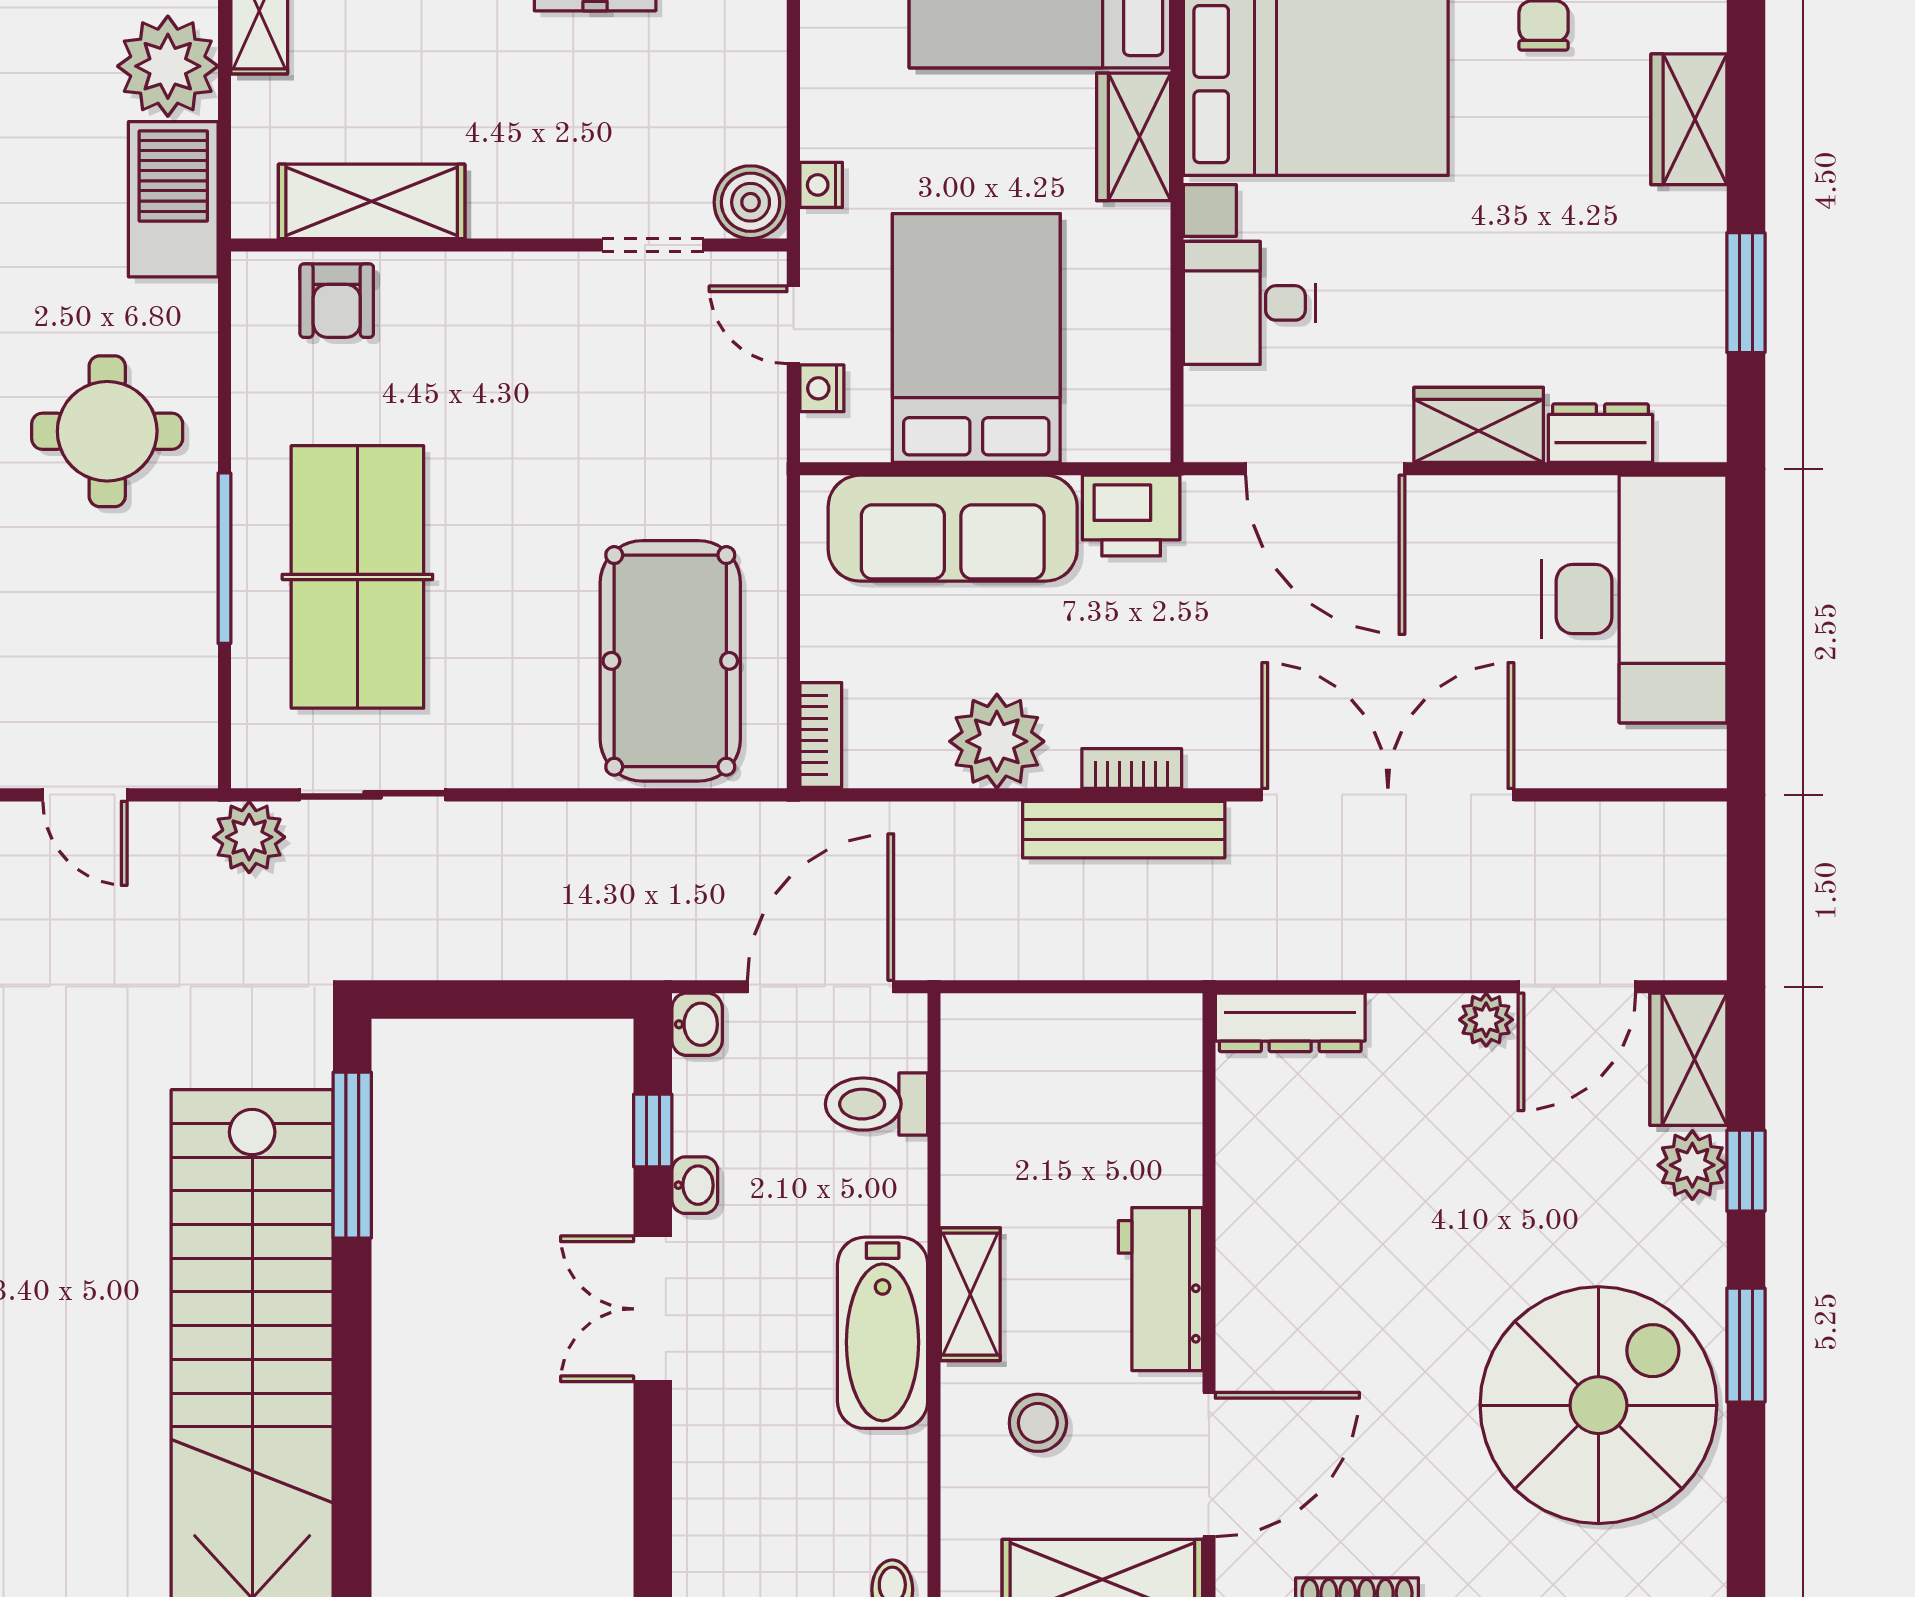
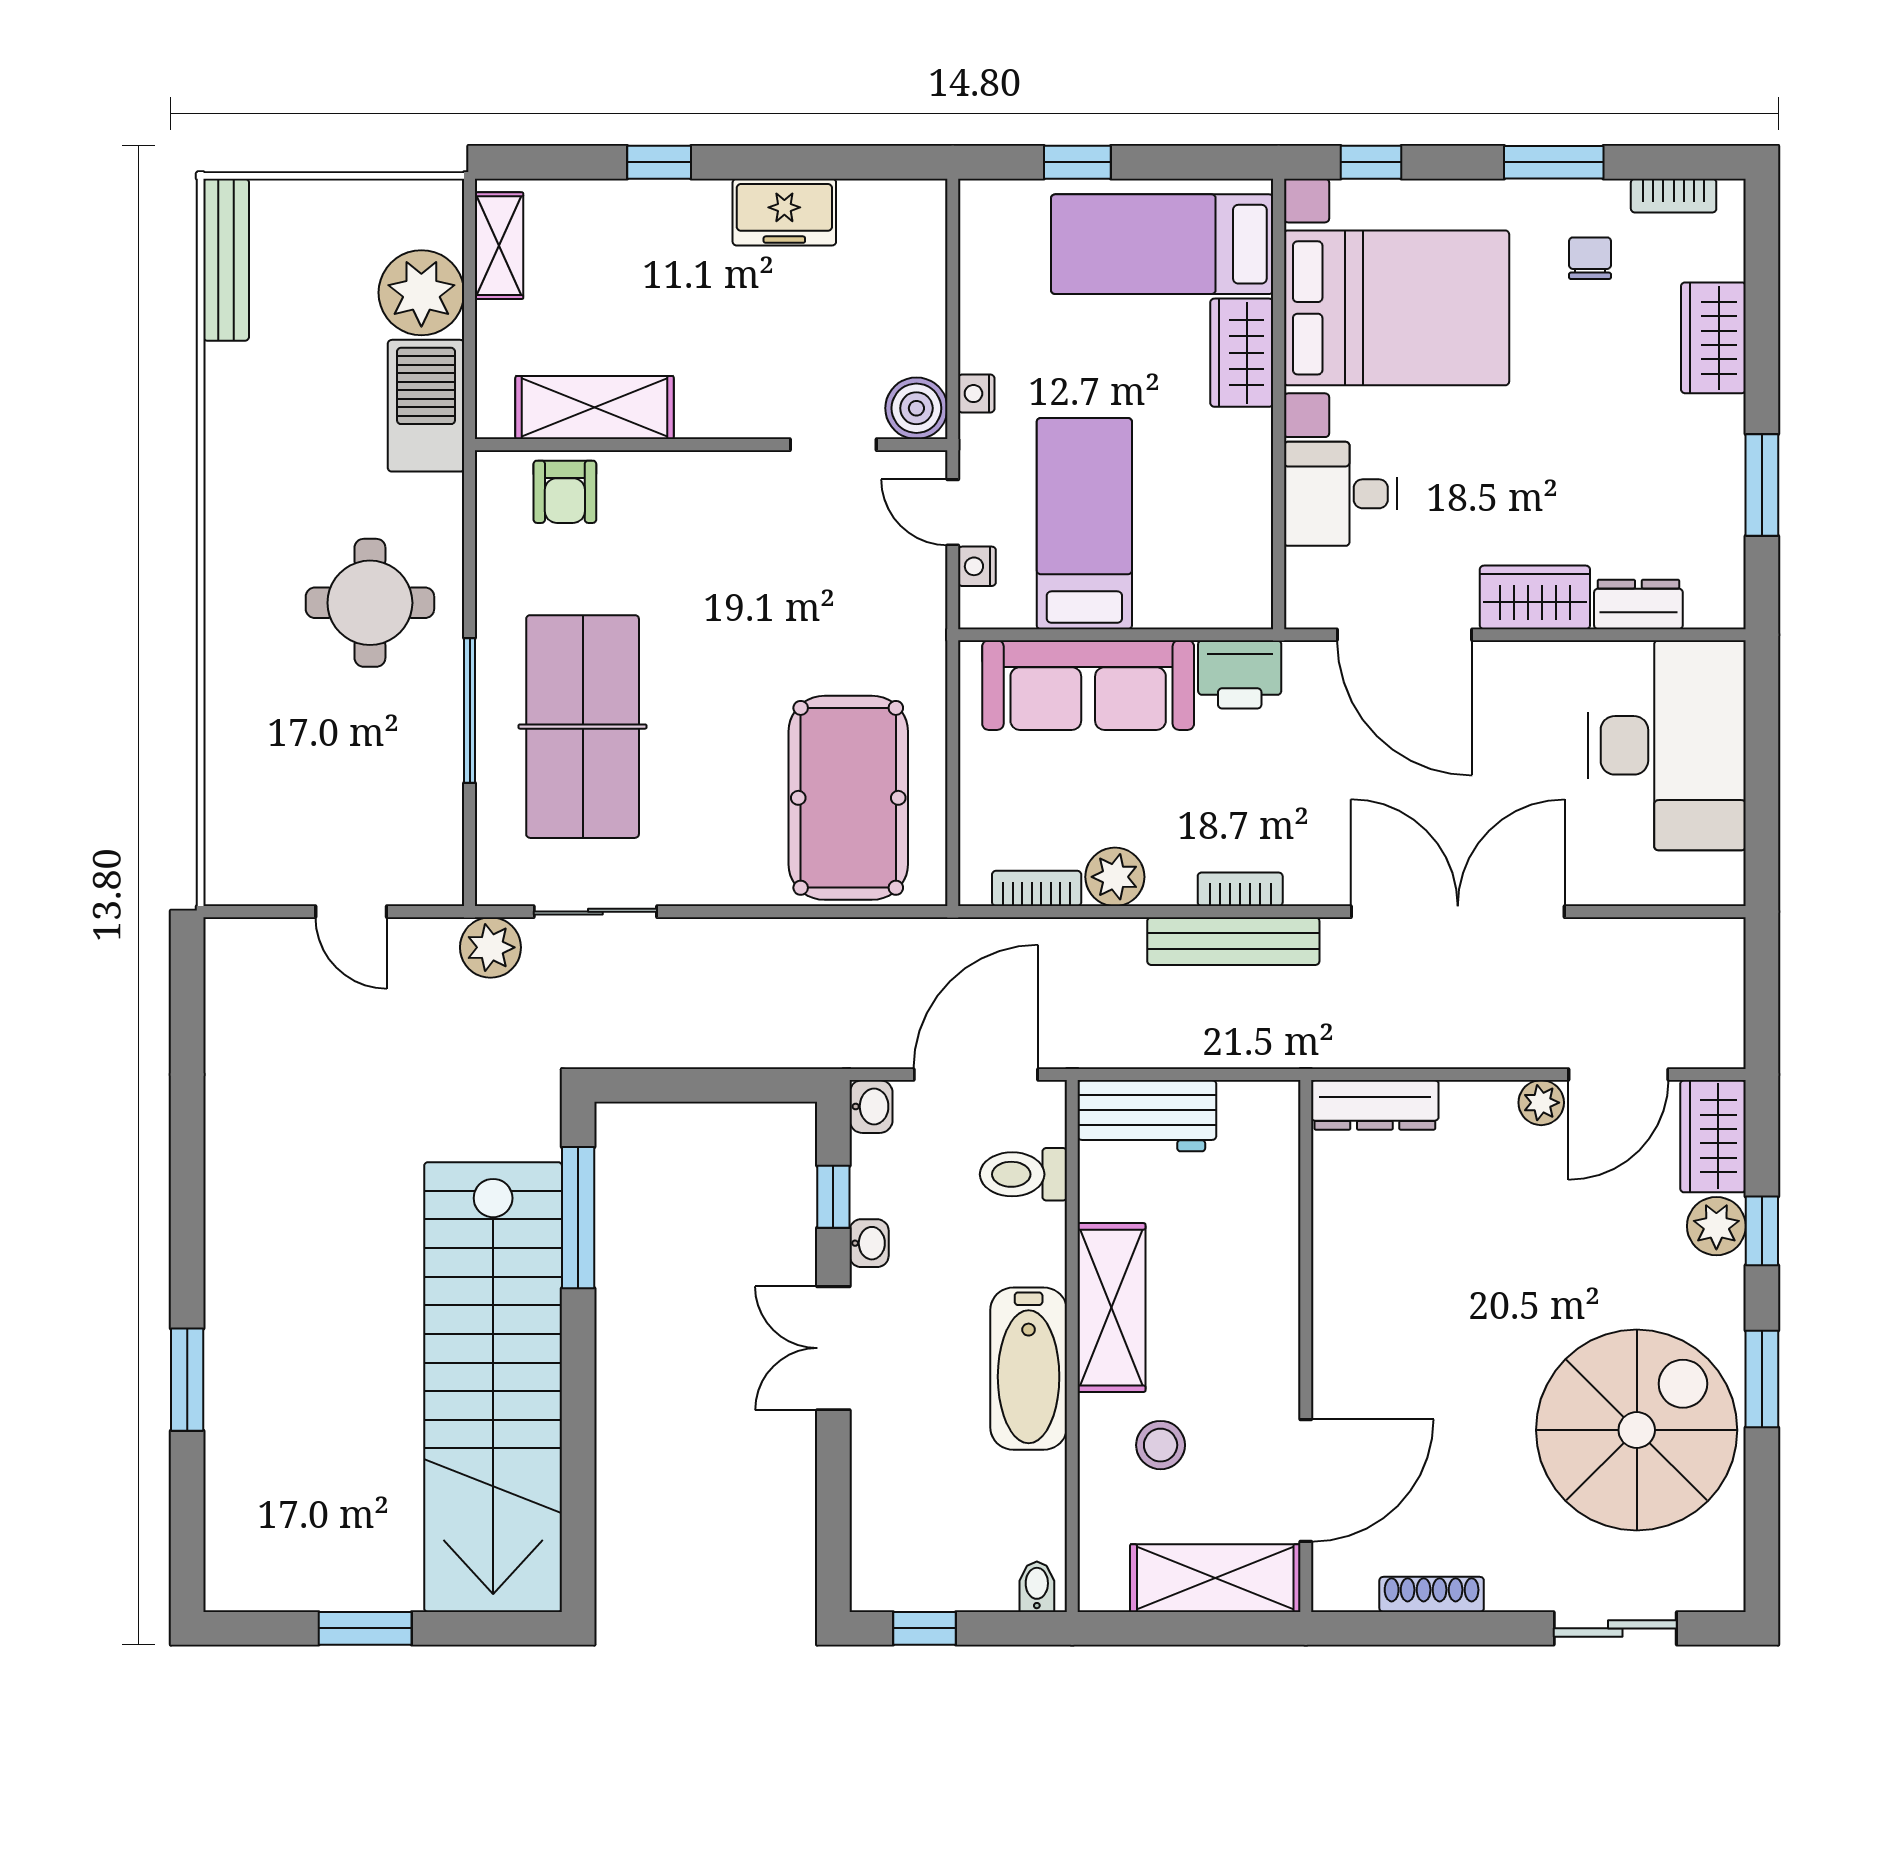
bed: (976, 338) -> (1084, 524), width x0.67
bookcase: (821, 735) -> (1037, 888), moved, turned -90
plant: (997, 741) -> (1115, 877), width x0.73, depth x0.73
workbench: (1160, 1289) -> (1147, 1116), moved, turned -90
shelving: (970, 1294) -> (1112, 1308), width x1.50, depth x1.33

